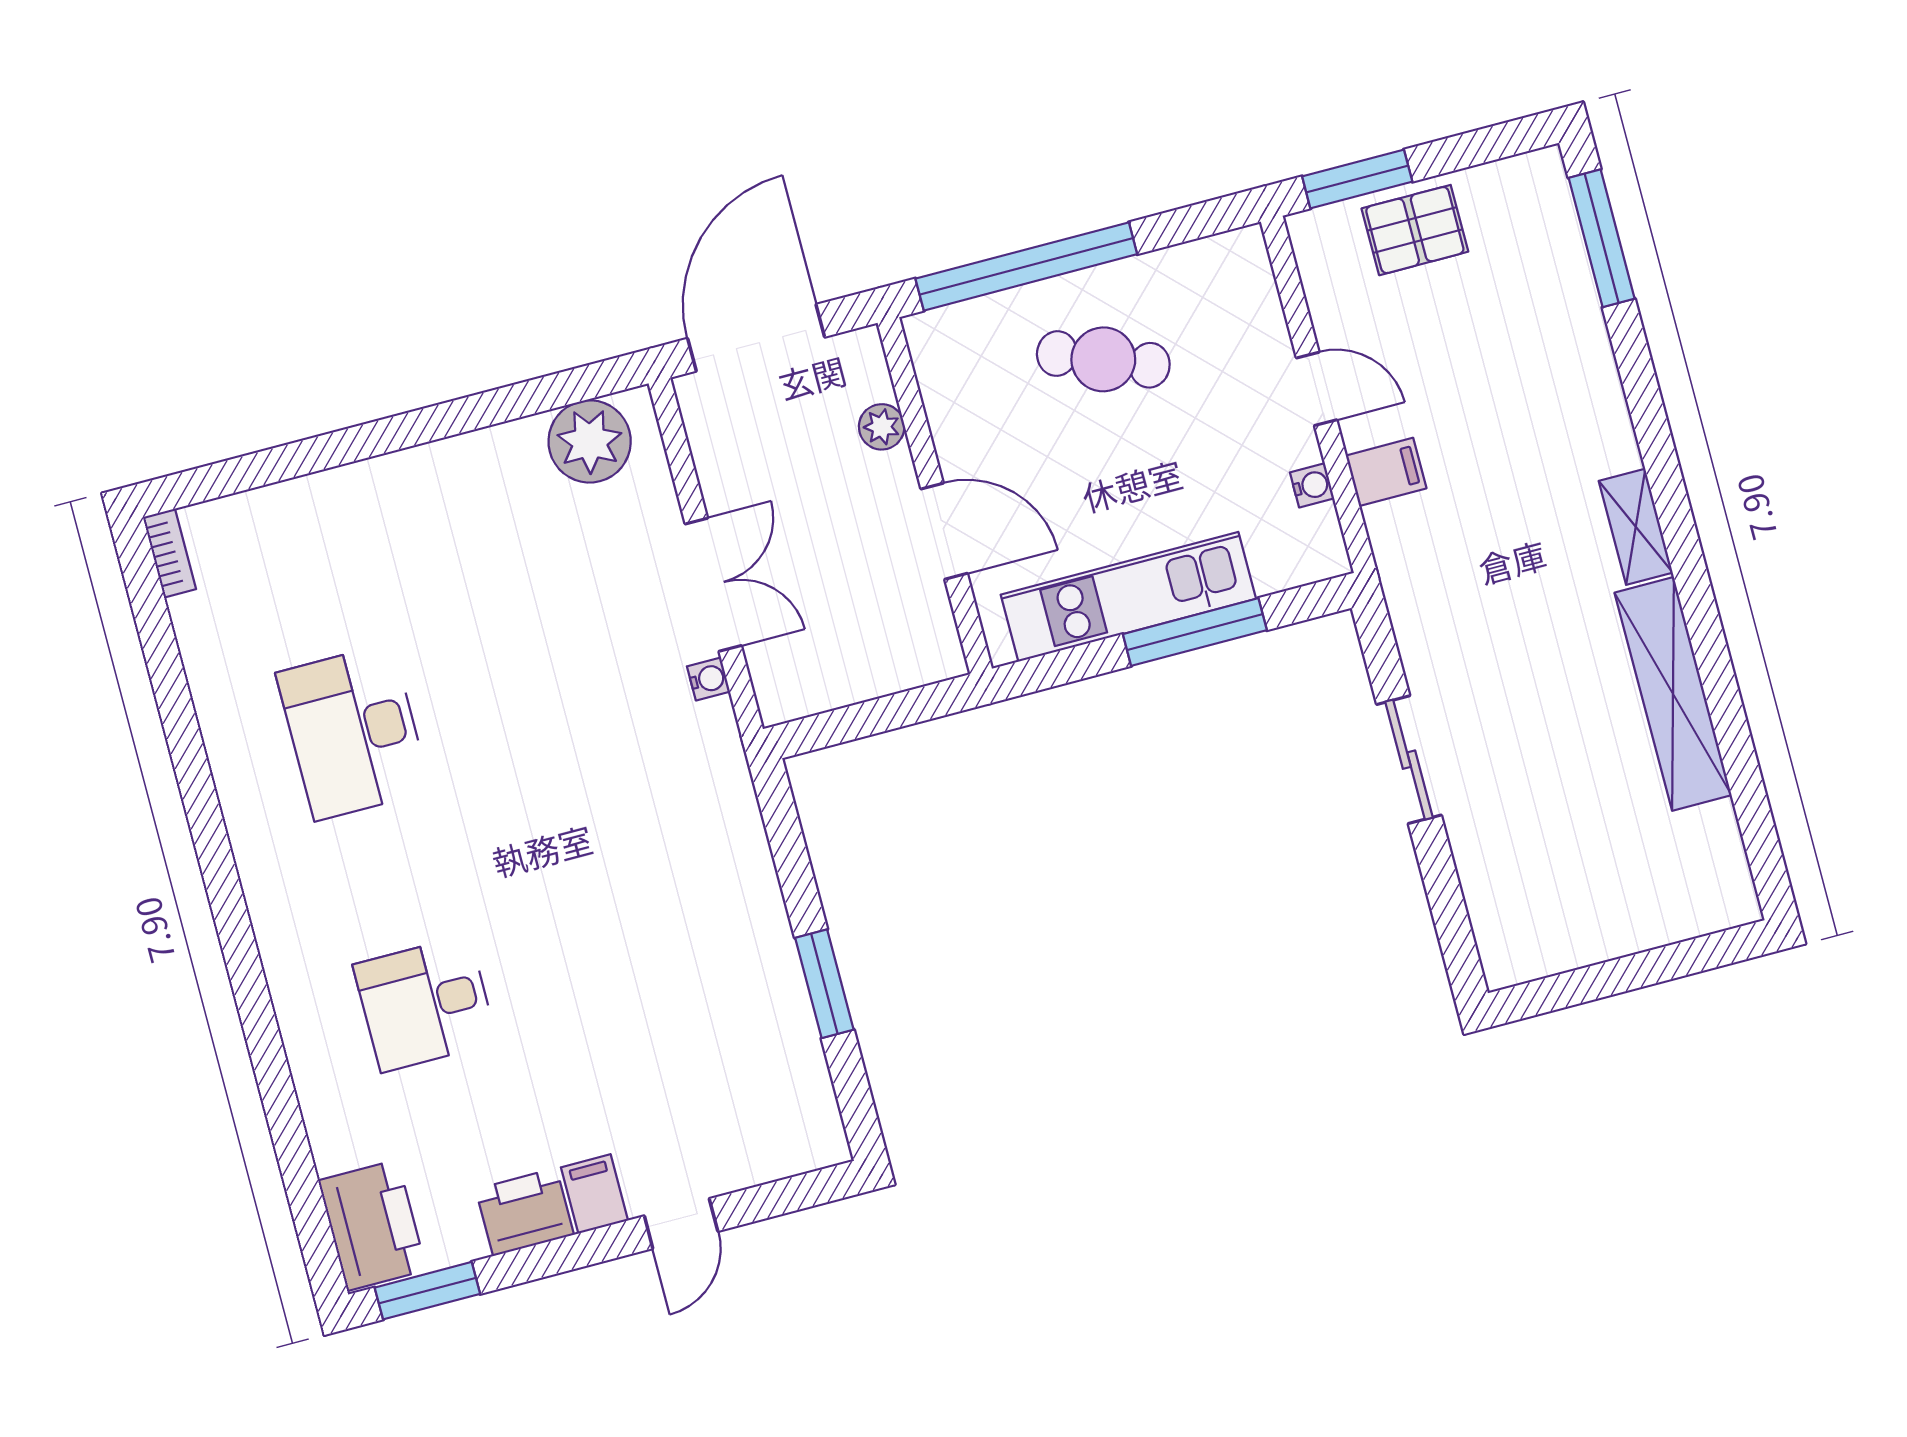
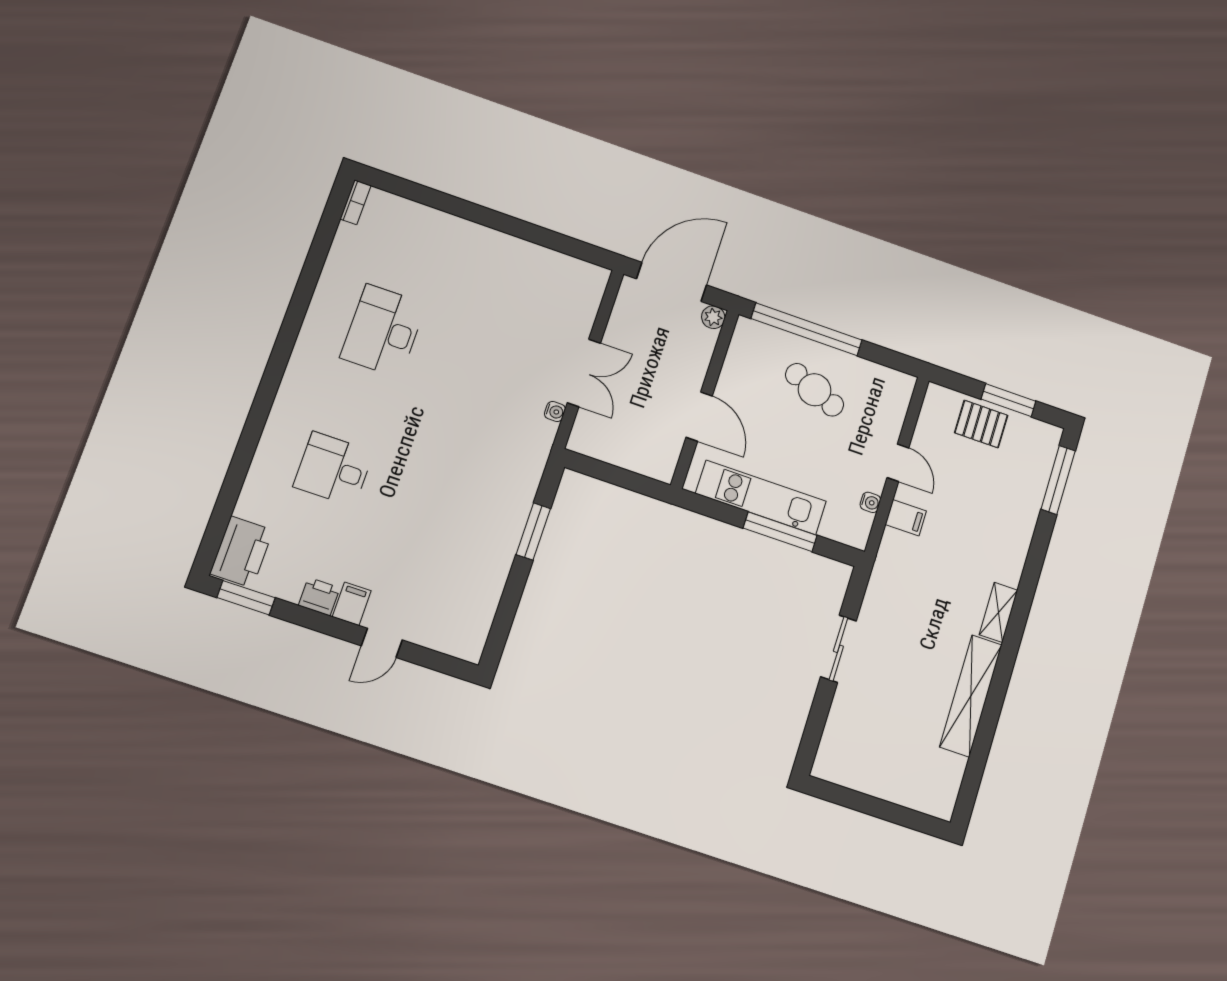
window: (1357, 179) -> (1008, 400), moved
plant: (882, 427) -> (713, 317), moved
plant: (590, 441) -> (571, 277), removed
window: (824, 984) -> (533, 532), moved
printer: (525, 1212) -> (319, 597), width x0.73, depth x0.81

